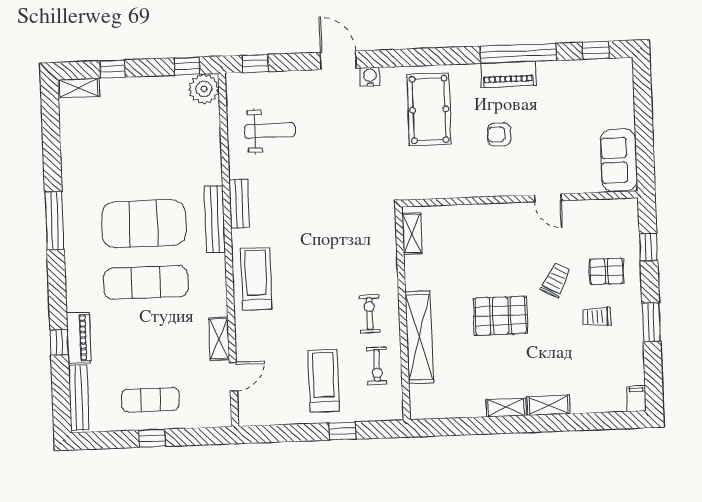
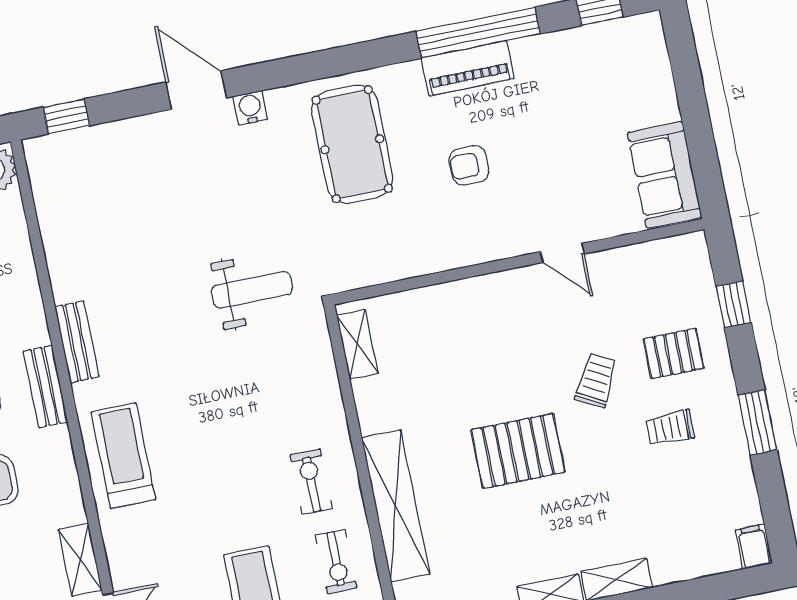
weight bench: (270, 131) -> (252, 290), moved
bench: (215, 219) -> (45, 386), width x0.73

